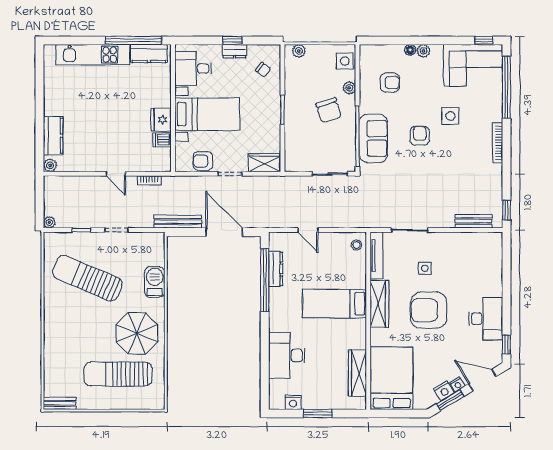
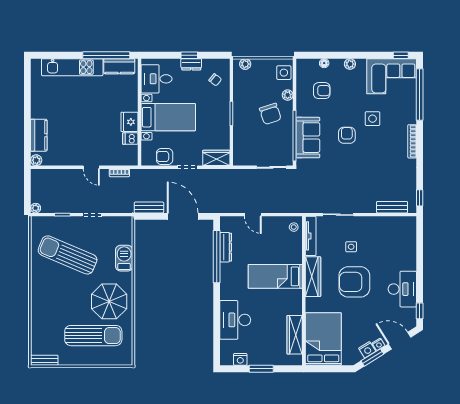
floor lamp: (410, 50) -> (324, 63), moved
bench: (178, 222) -> (149, 207), width x0.73
sun lounger: (118, 374) -> (93, 336), turned 180

